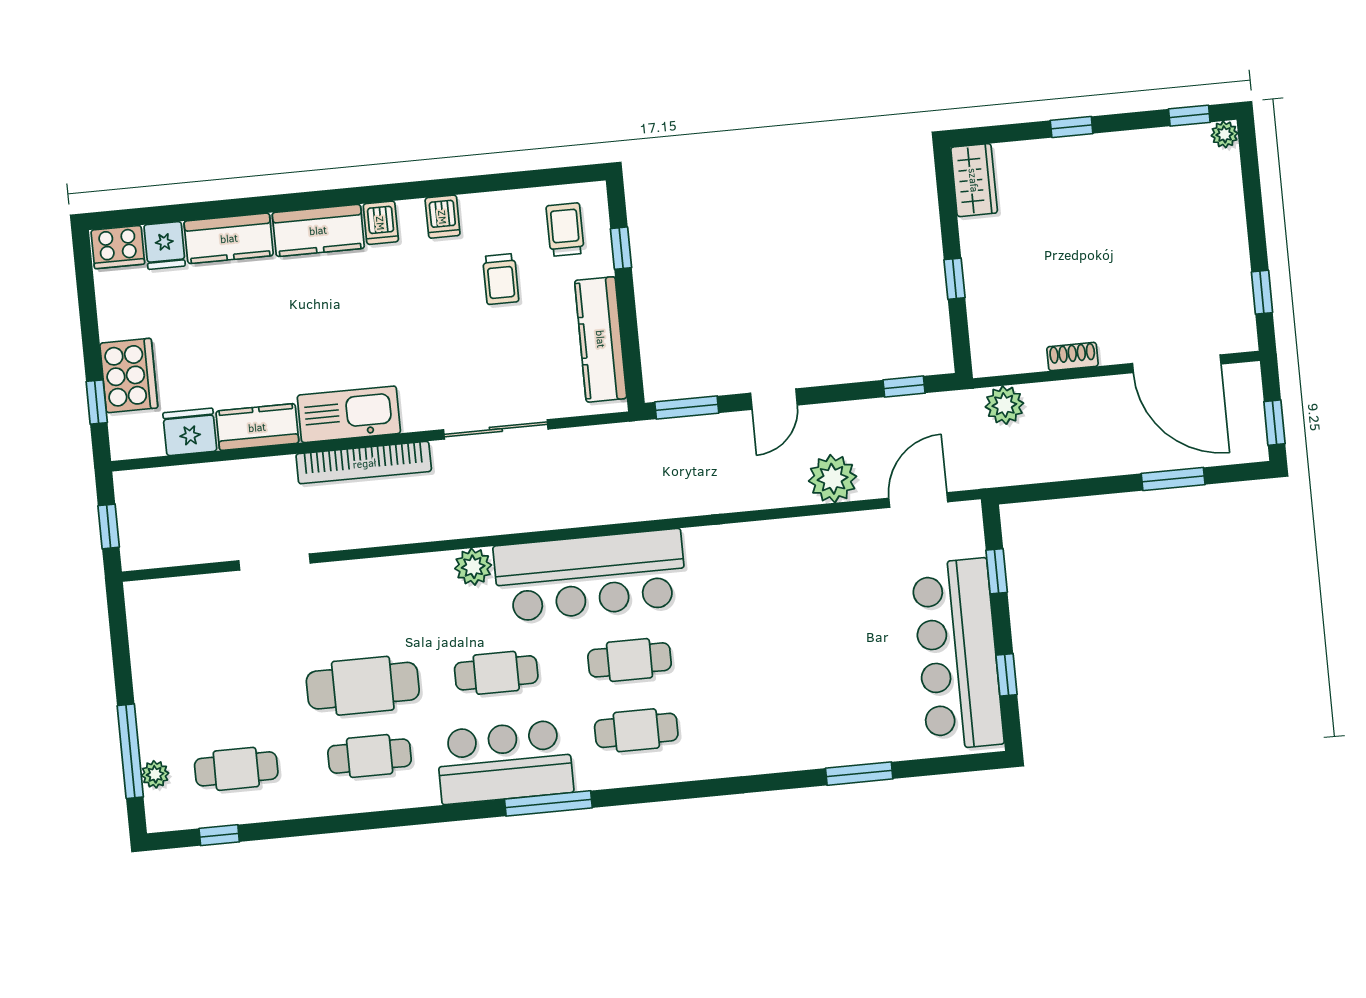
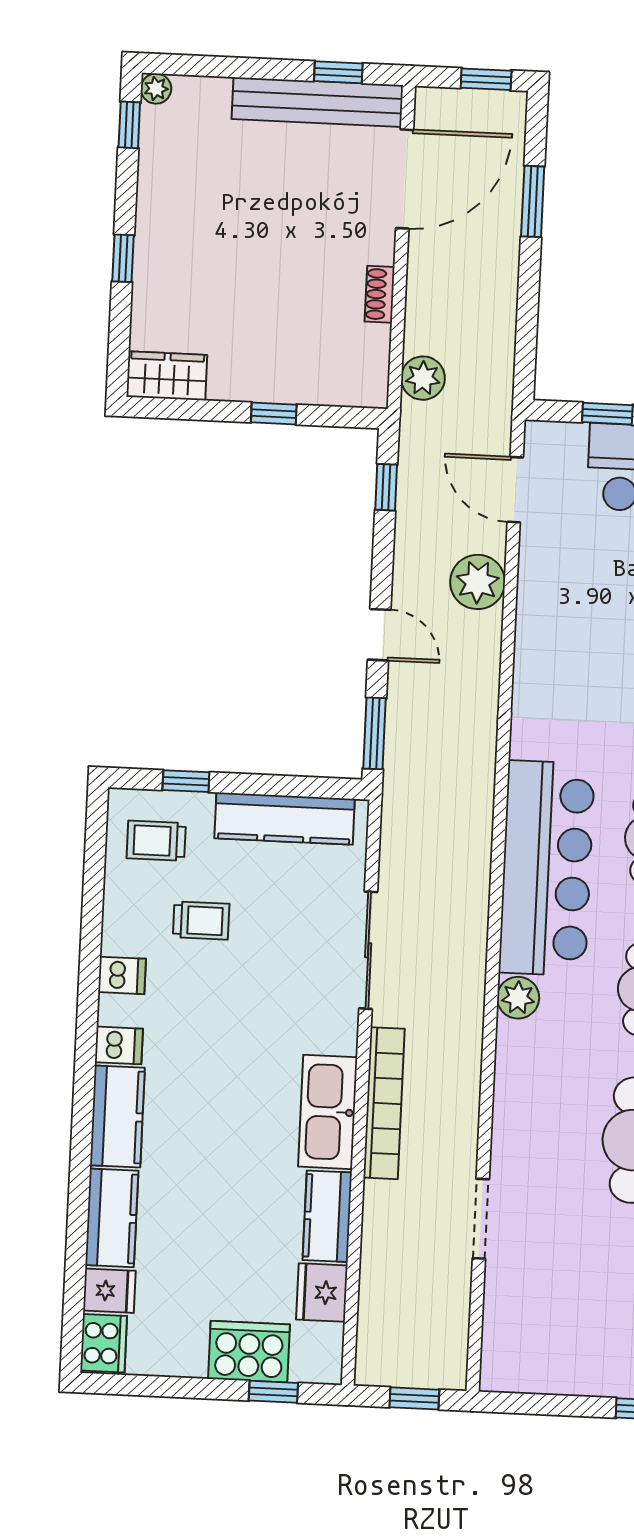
bench: (1233, 278) -> (317, 102), added

